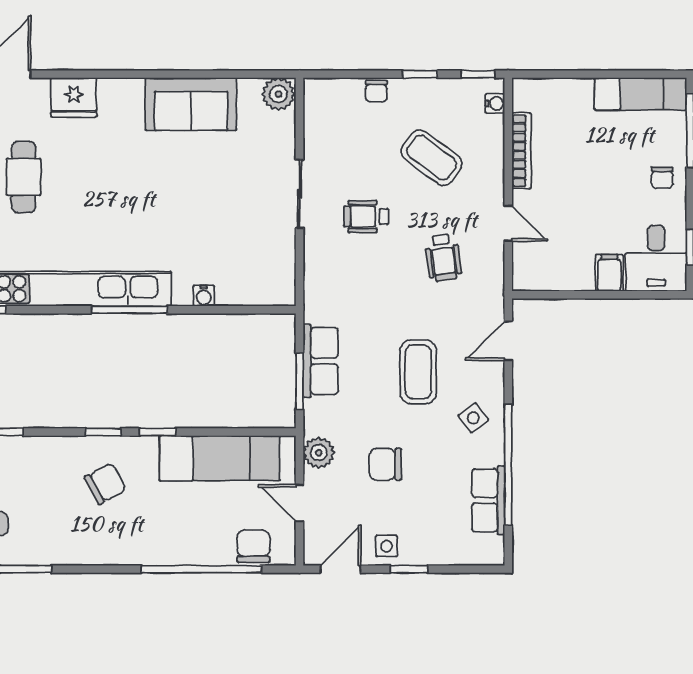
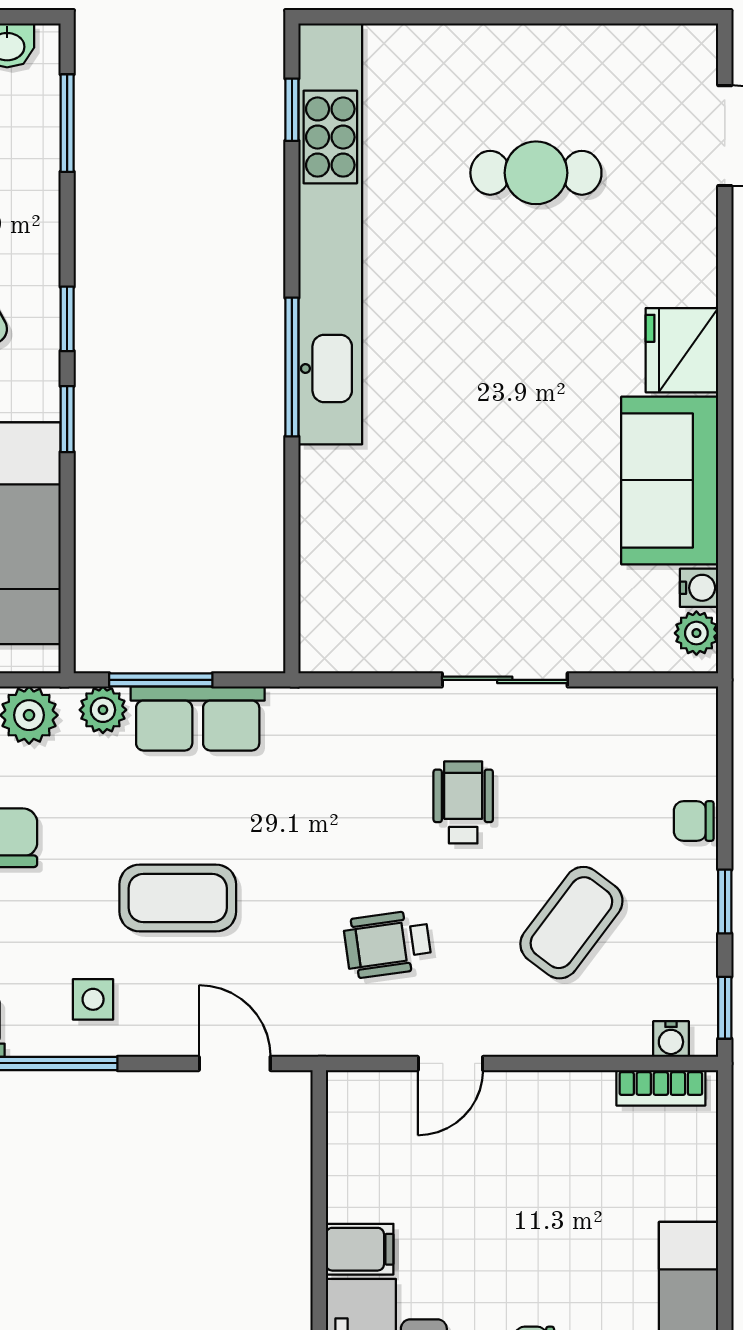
plant: (278, 94) -> (696, 633), width x0.73, depth x0.73
fridge: (74, 97) -> (682, 350), moved
bookcase: (521, 151) -> (661, 1088), moved, width x0.64
water cooler: (204, 296) -> (699, 588), moved, turned 180
plant: (316, 413) -> (103, 710), added
side table: (473, 418) -> (93, 999), turned 37

